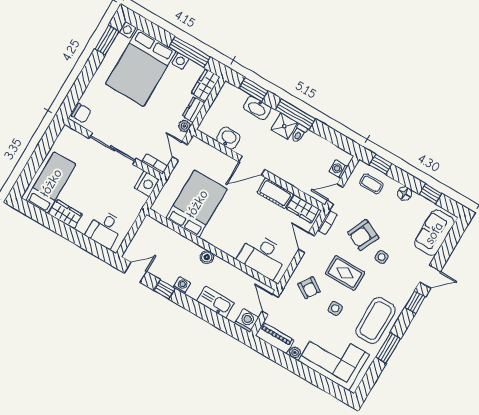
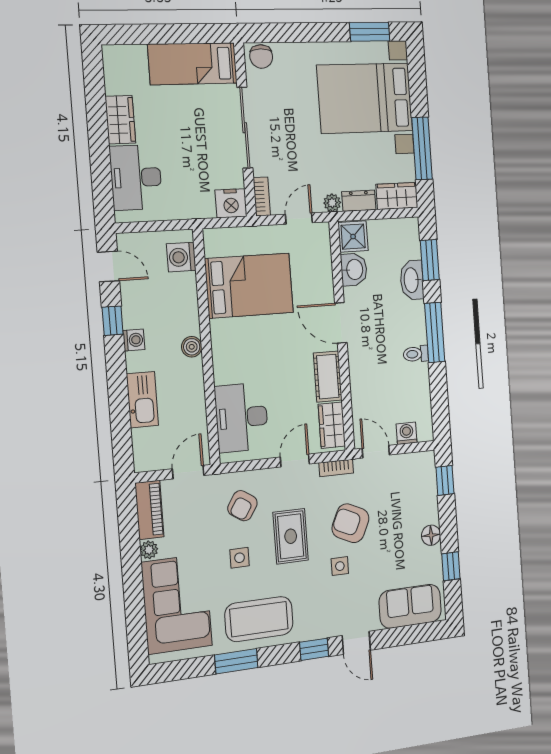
shower: (284, 126) -> (353, 237), moved
bed: (51, 183) -> (193, 64), moved, turned 180
coffee table: (371, 184) -> (416, 487), removed
desk: (105, 229) -> (136, 178), width x1.37
washing machine: (247, 320) -> (181, 257), moved, turned 180

